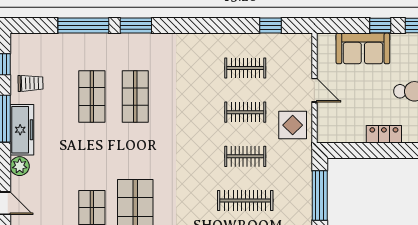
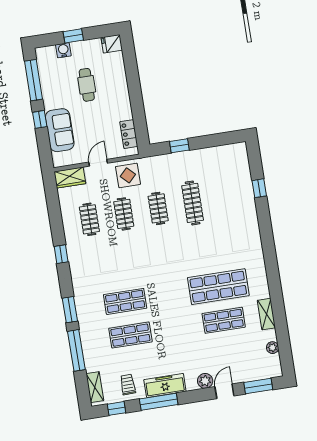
window: (270, 26) -> (61, 254), moved
shelving: (34, 41) -> (95, 387), added
wardrobe: (301, 52) -> (70, 178), added
locker: (384, 134) -> (129, 134), moved
plant: (20, 166) -> (205, 381), moved
window: (320, 195) -> (179, 146), width x0.46

